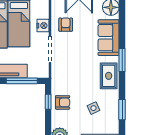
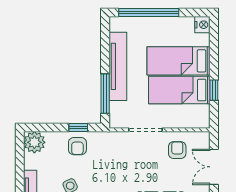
armchair: (66, 25) -> (177, 150), turned -90
nightstand: (43, 26) -> (176, 121), removed

